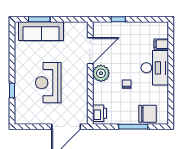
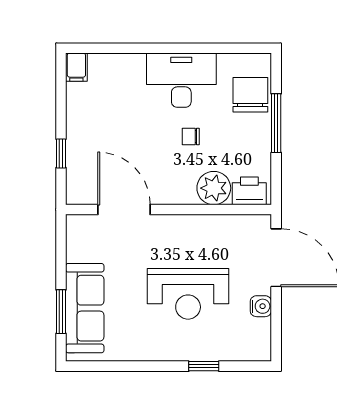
filing cabinet: (161, 44) -> (76, 67), moved
desk: (155, 68) -> (181, 80), moved
plant: (101, 73) -> (214, 188), moved
water cooler: (42, 119) -> (261, 306), added

